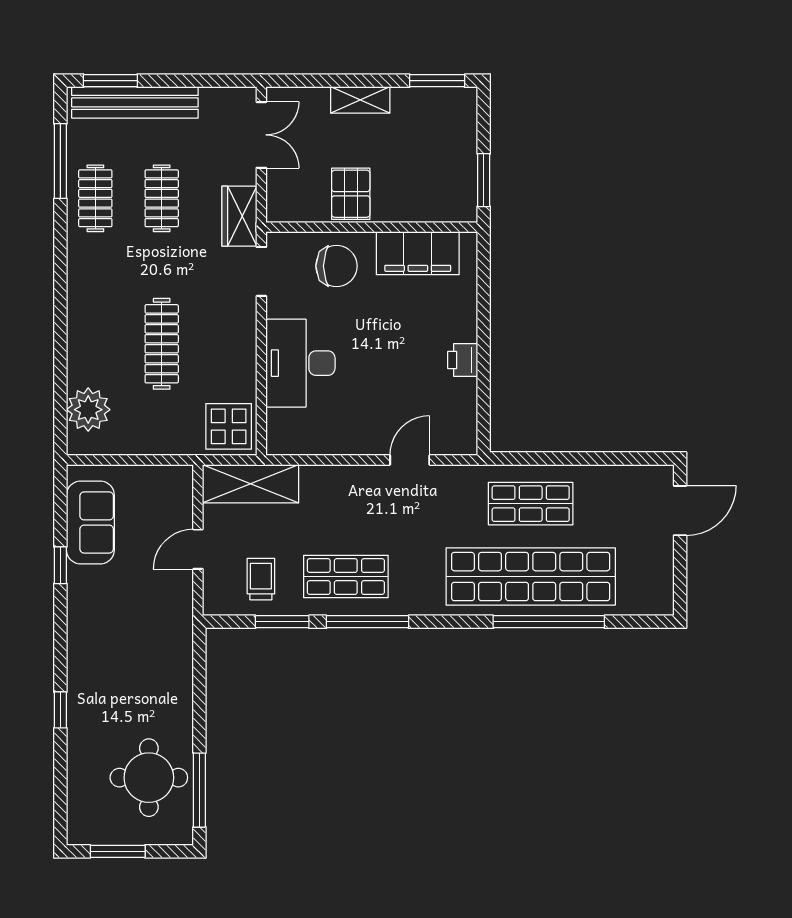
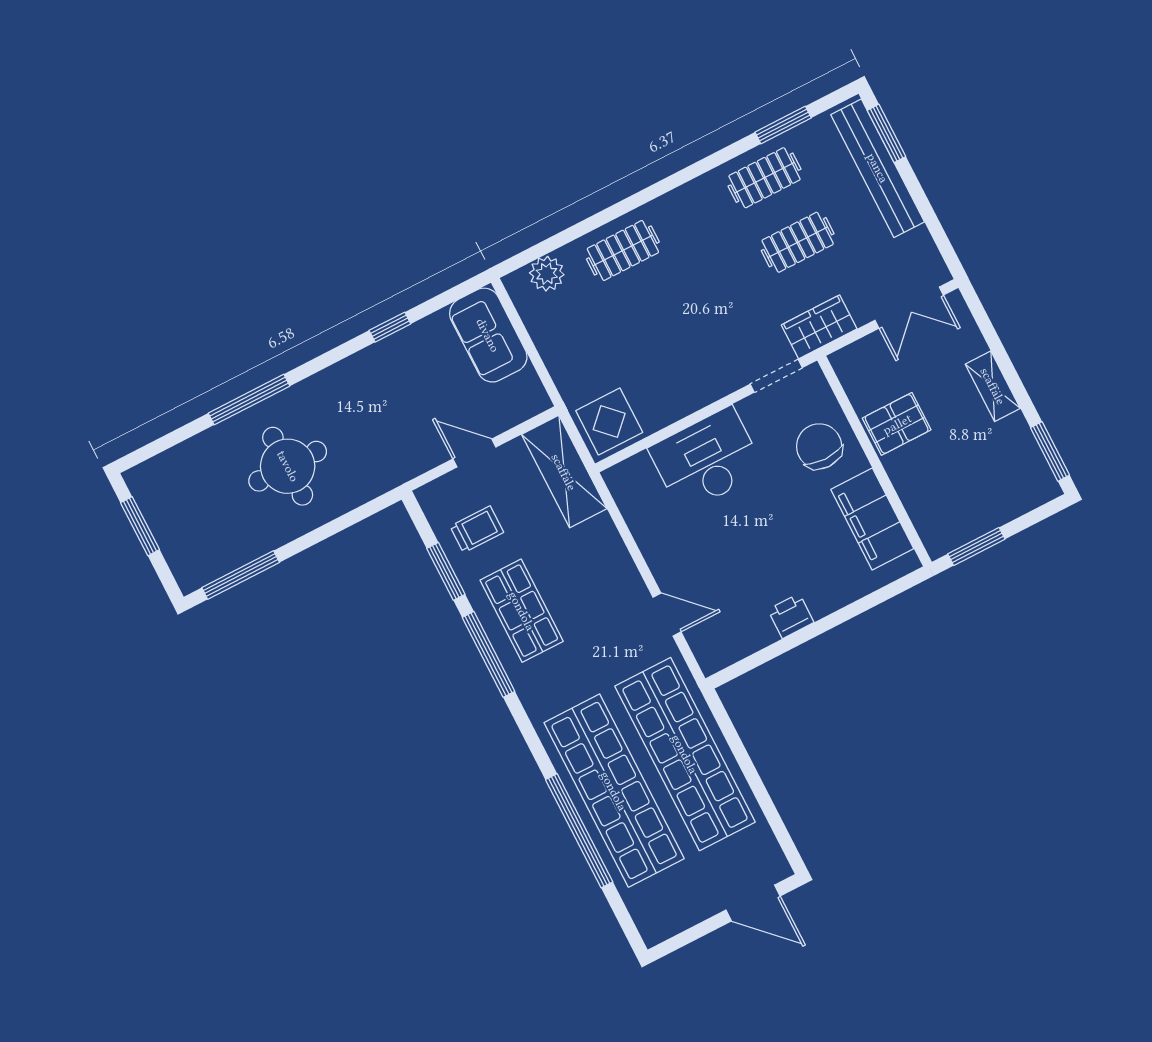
window: (60, 161) -> (783, 125), width x0.69
chair: (337, 266) -> (819, 446), turned 180
clothes rail: (162, 344) -> (623, 250), moved, width x0.73
plant: (88, 410) -> (547, 274), width x0.73, depth x0.73
shop shelf: (531, 504) -> (685, 754), width x2.00, depth x1.36
sofa: (90, 522) -> (488, 335), moved, turned 90
window: (60, 710) -> (249, 400), width x2.17
round table: (149, 778) -> (288, 466), moved

